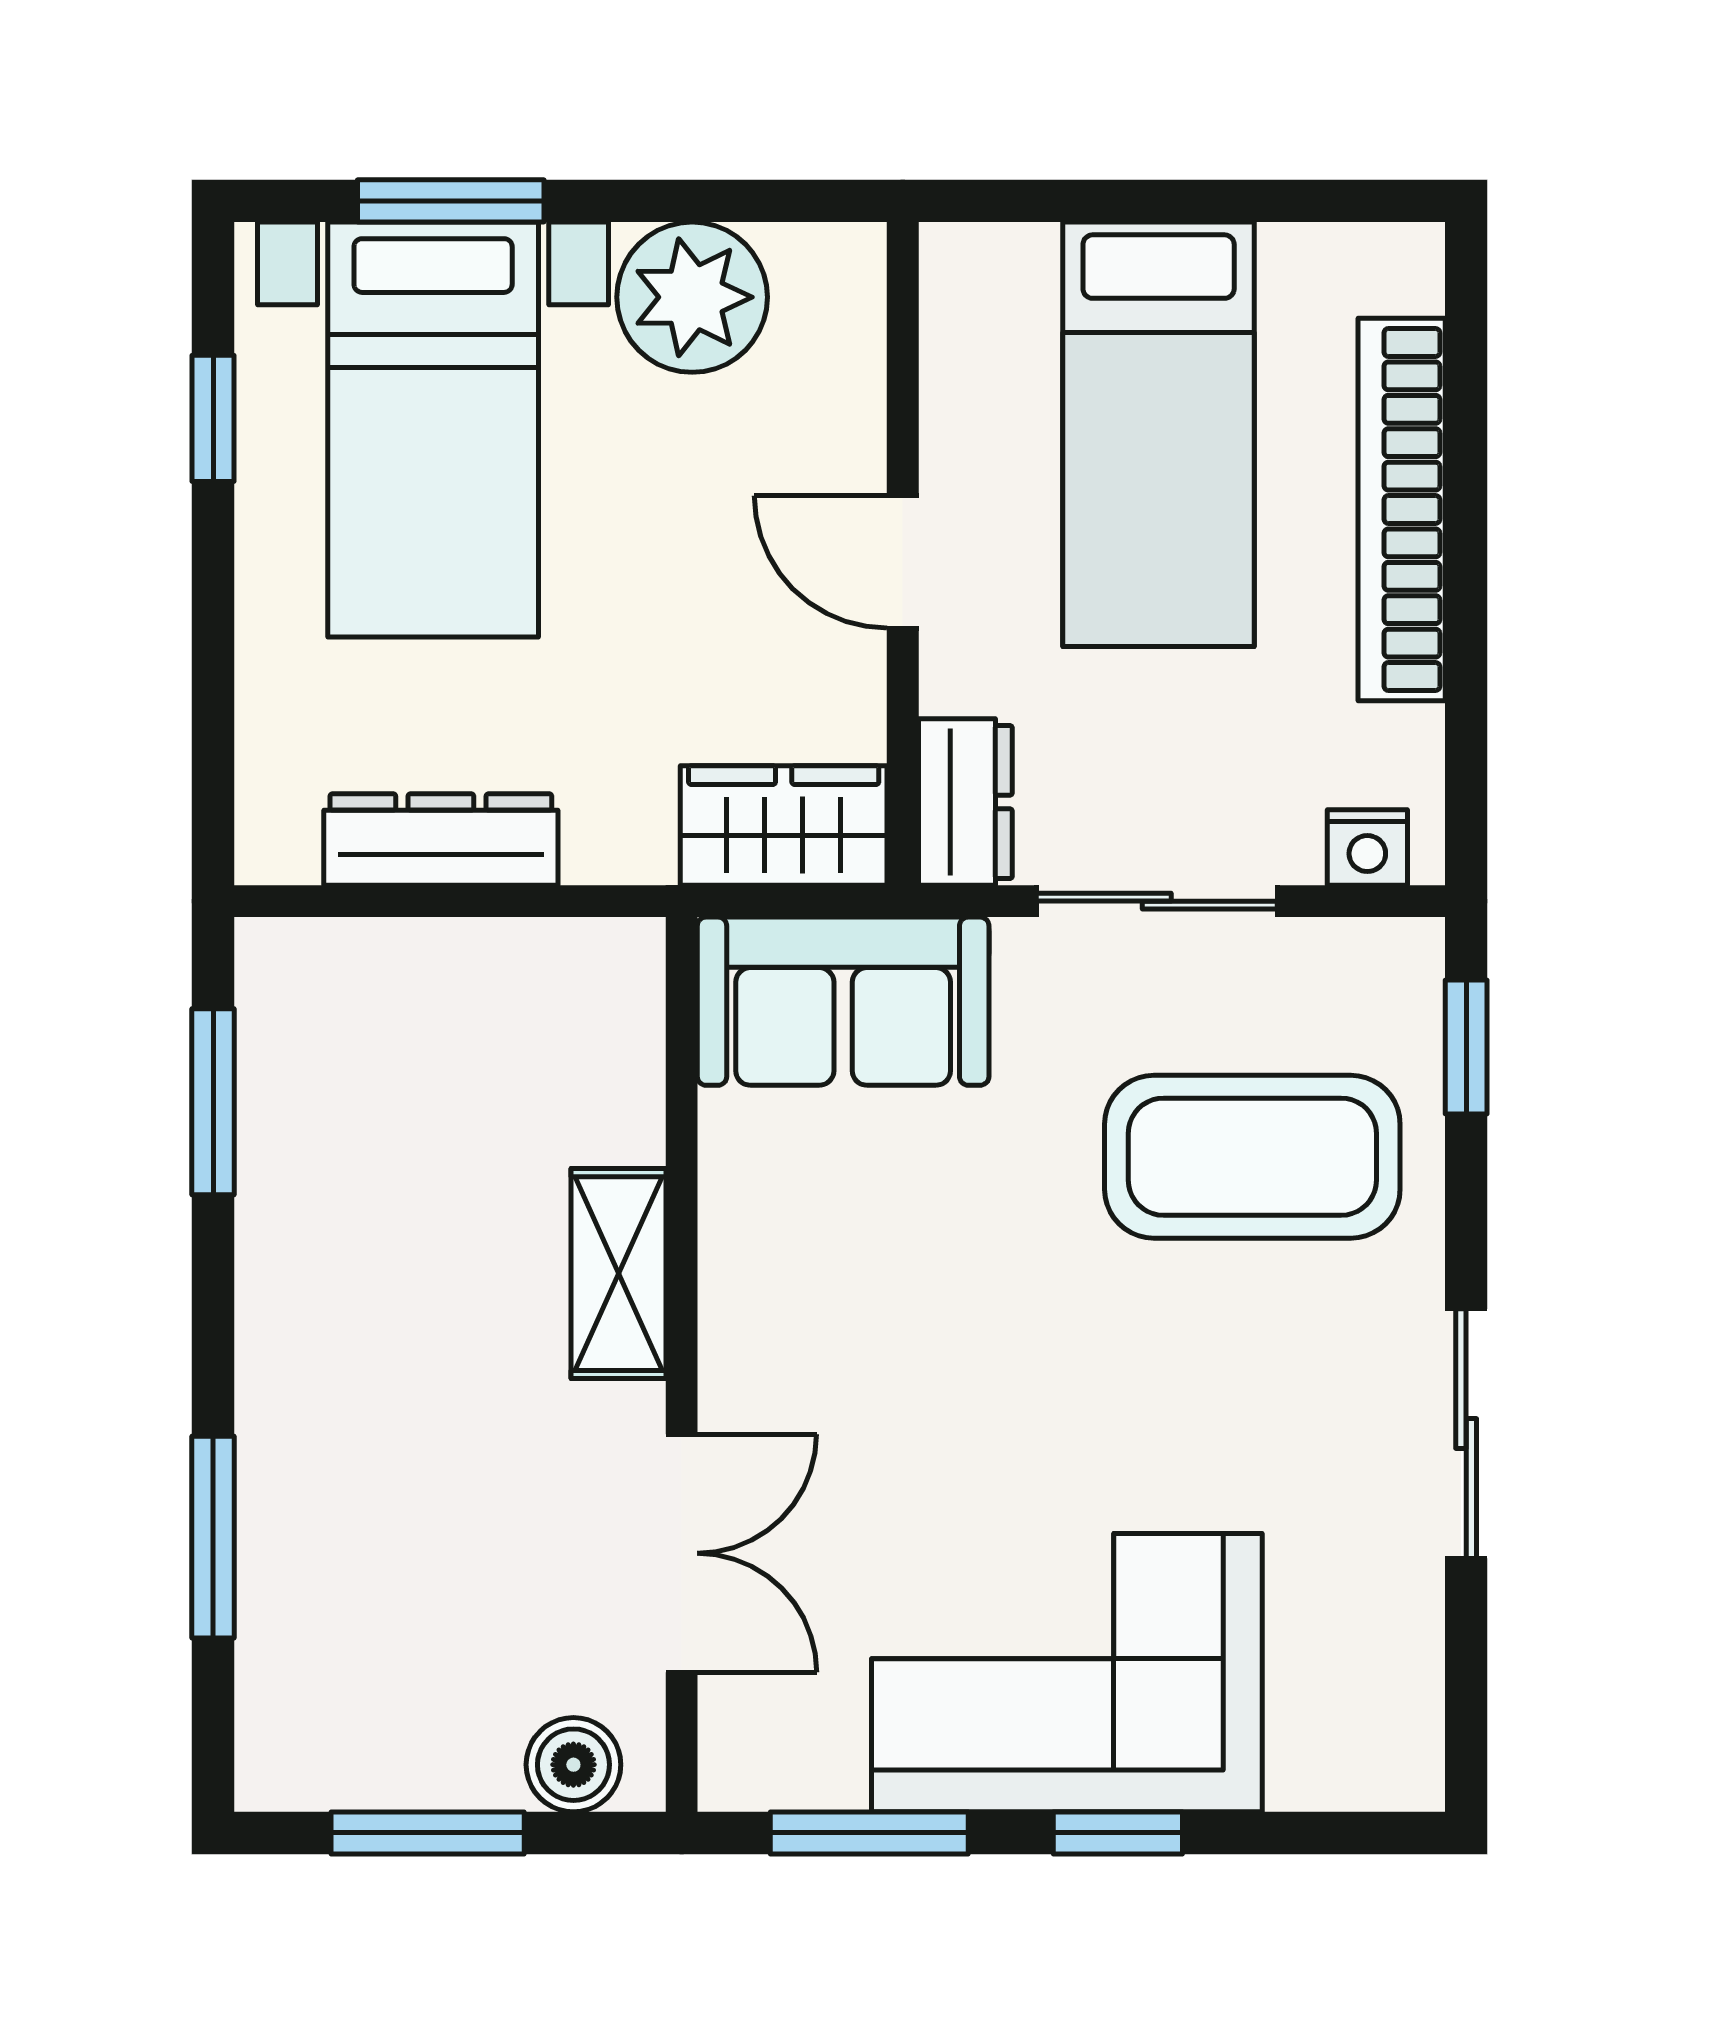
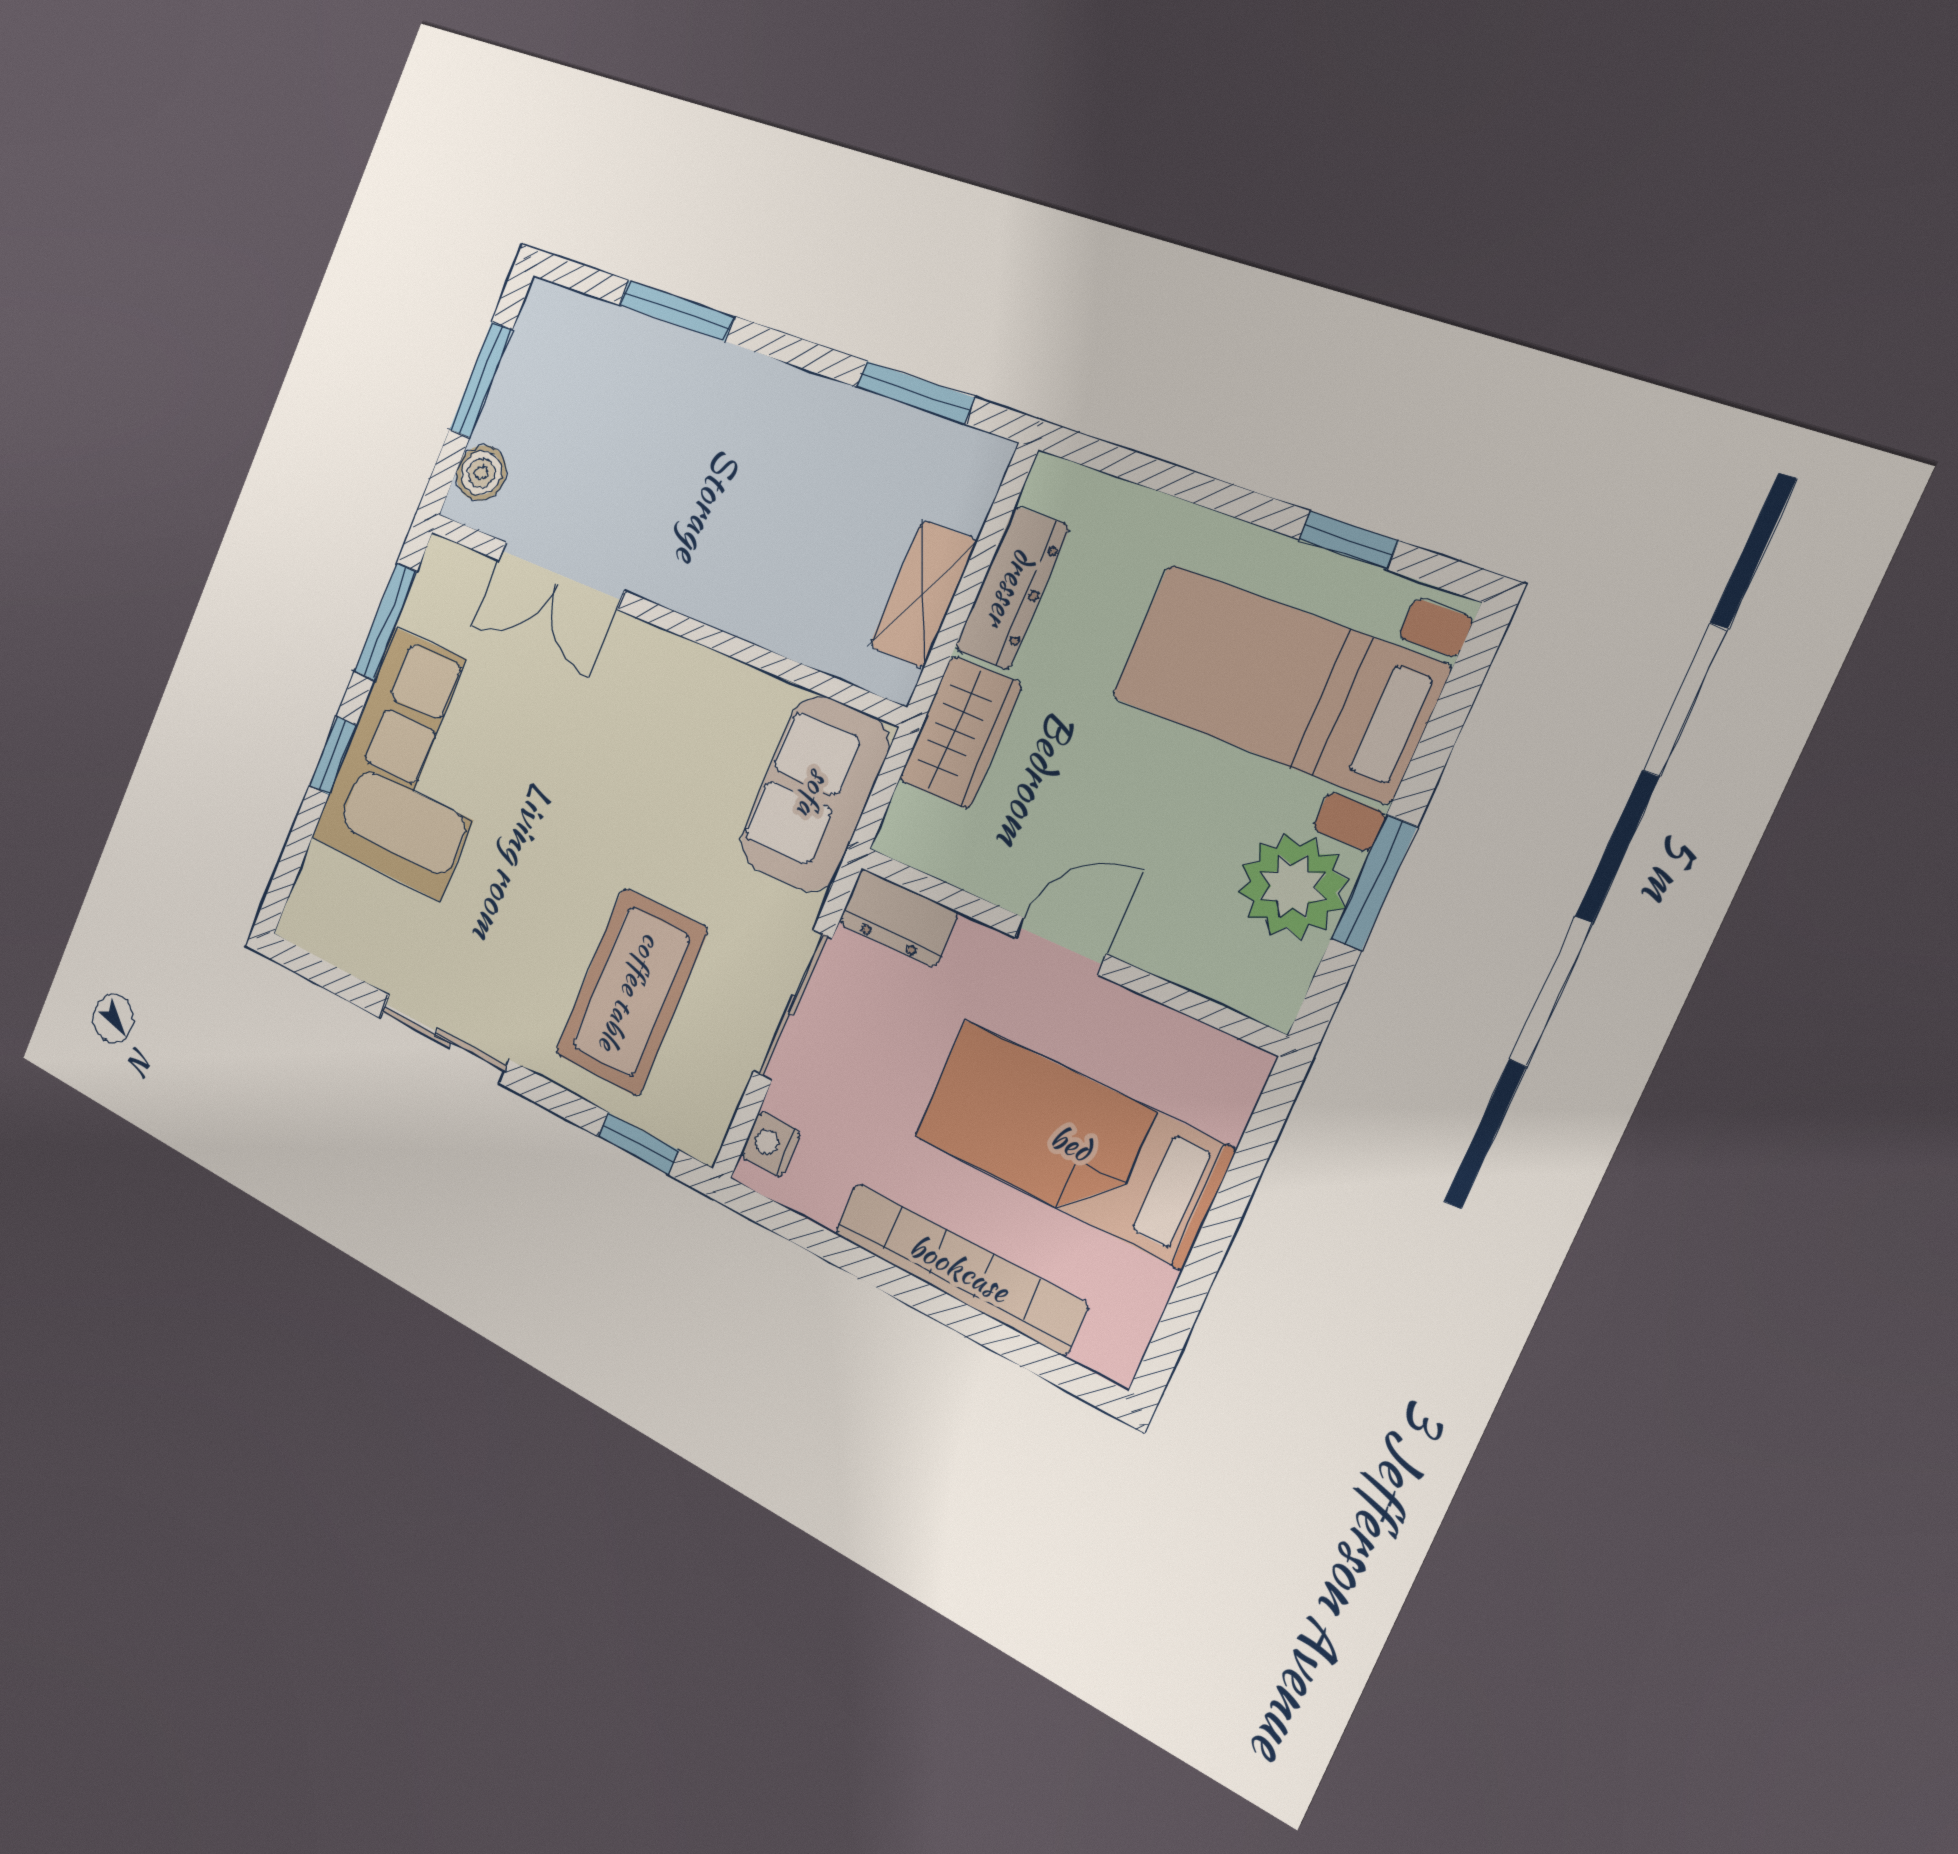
window: (451, 201) -> (1374, 883), moved
wardrobe: (784, 825) -> (960, 732), moved
shelving: (618, 1274) -> (923, 594), moved, turned 90

